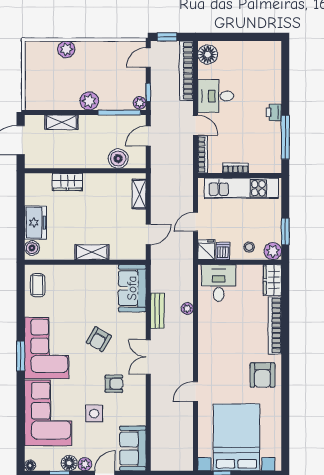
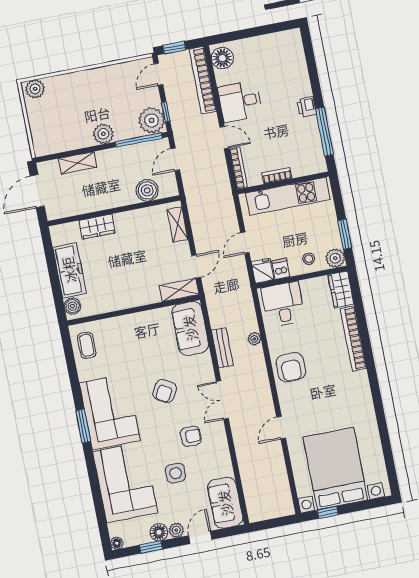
plant: (66, 49) -> (35, 89), moved
plant: (140, 103) -> (152, 120), width x1.88, depth x1.88
freezer: (35, 223) -> (69, 270), width x1.40
shelving: (92, 252) -> (179, 290), moved
armchair: (262, 375) -> (291, 367), moved

